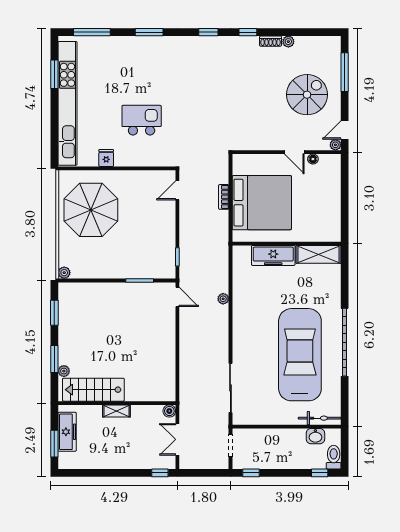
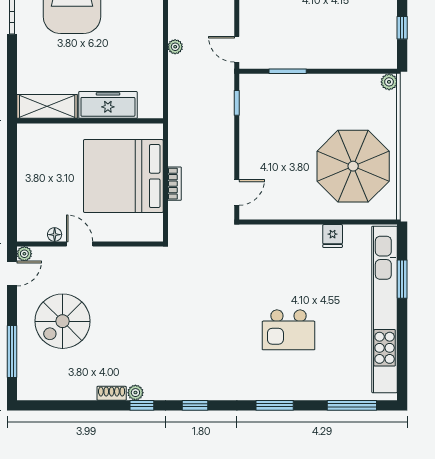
plant: (288, 42) -> (135, 393), moved
window: (54, 74) -> (402, 279), moved
kitchen island: (142, 120) -> (289, 330), moved
window: (54, 313) -> (402, 28), width x0.67

